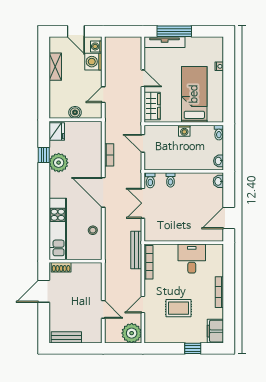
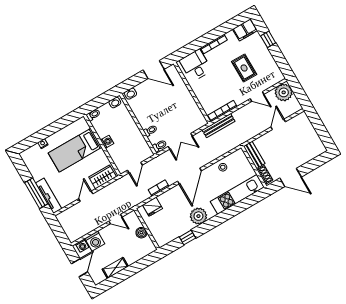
fridge: (57, 132) -> (153, 207), moved, turned 180
plant: (59, 163) -> (198, 216), moved
desk: (192, 259) -> (196, 65), moved, turned 90
bench: (66, 337) -> (254, 155), moved

